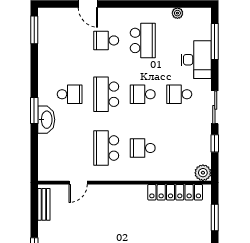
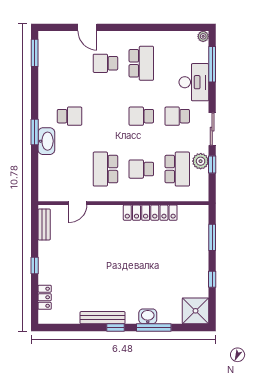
plant: (177, 13) -> (203, 36), moved
school desk: (106, 94) -> (177, 169), moved, turned 180
plant: (203, 173) -> (201, 161), moved
locker: (175, 192) -> (150, 213), moved

